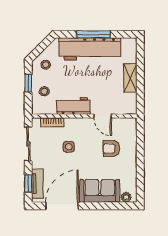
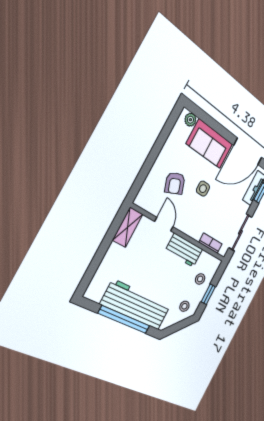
window: (93, 34) -> (124, 320), width x1.46
shelving: (130, 78) -> (128, 227), moved
side table: (69, 147) -> (203, 189), moved
armchair: (111, 148) -> (175, 183), turned 69

